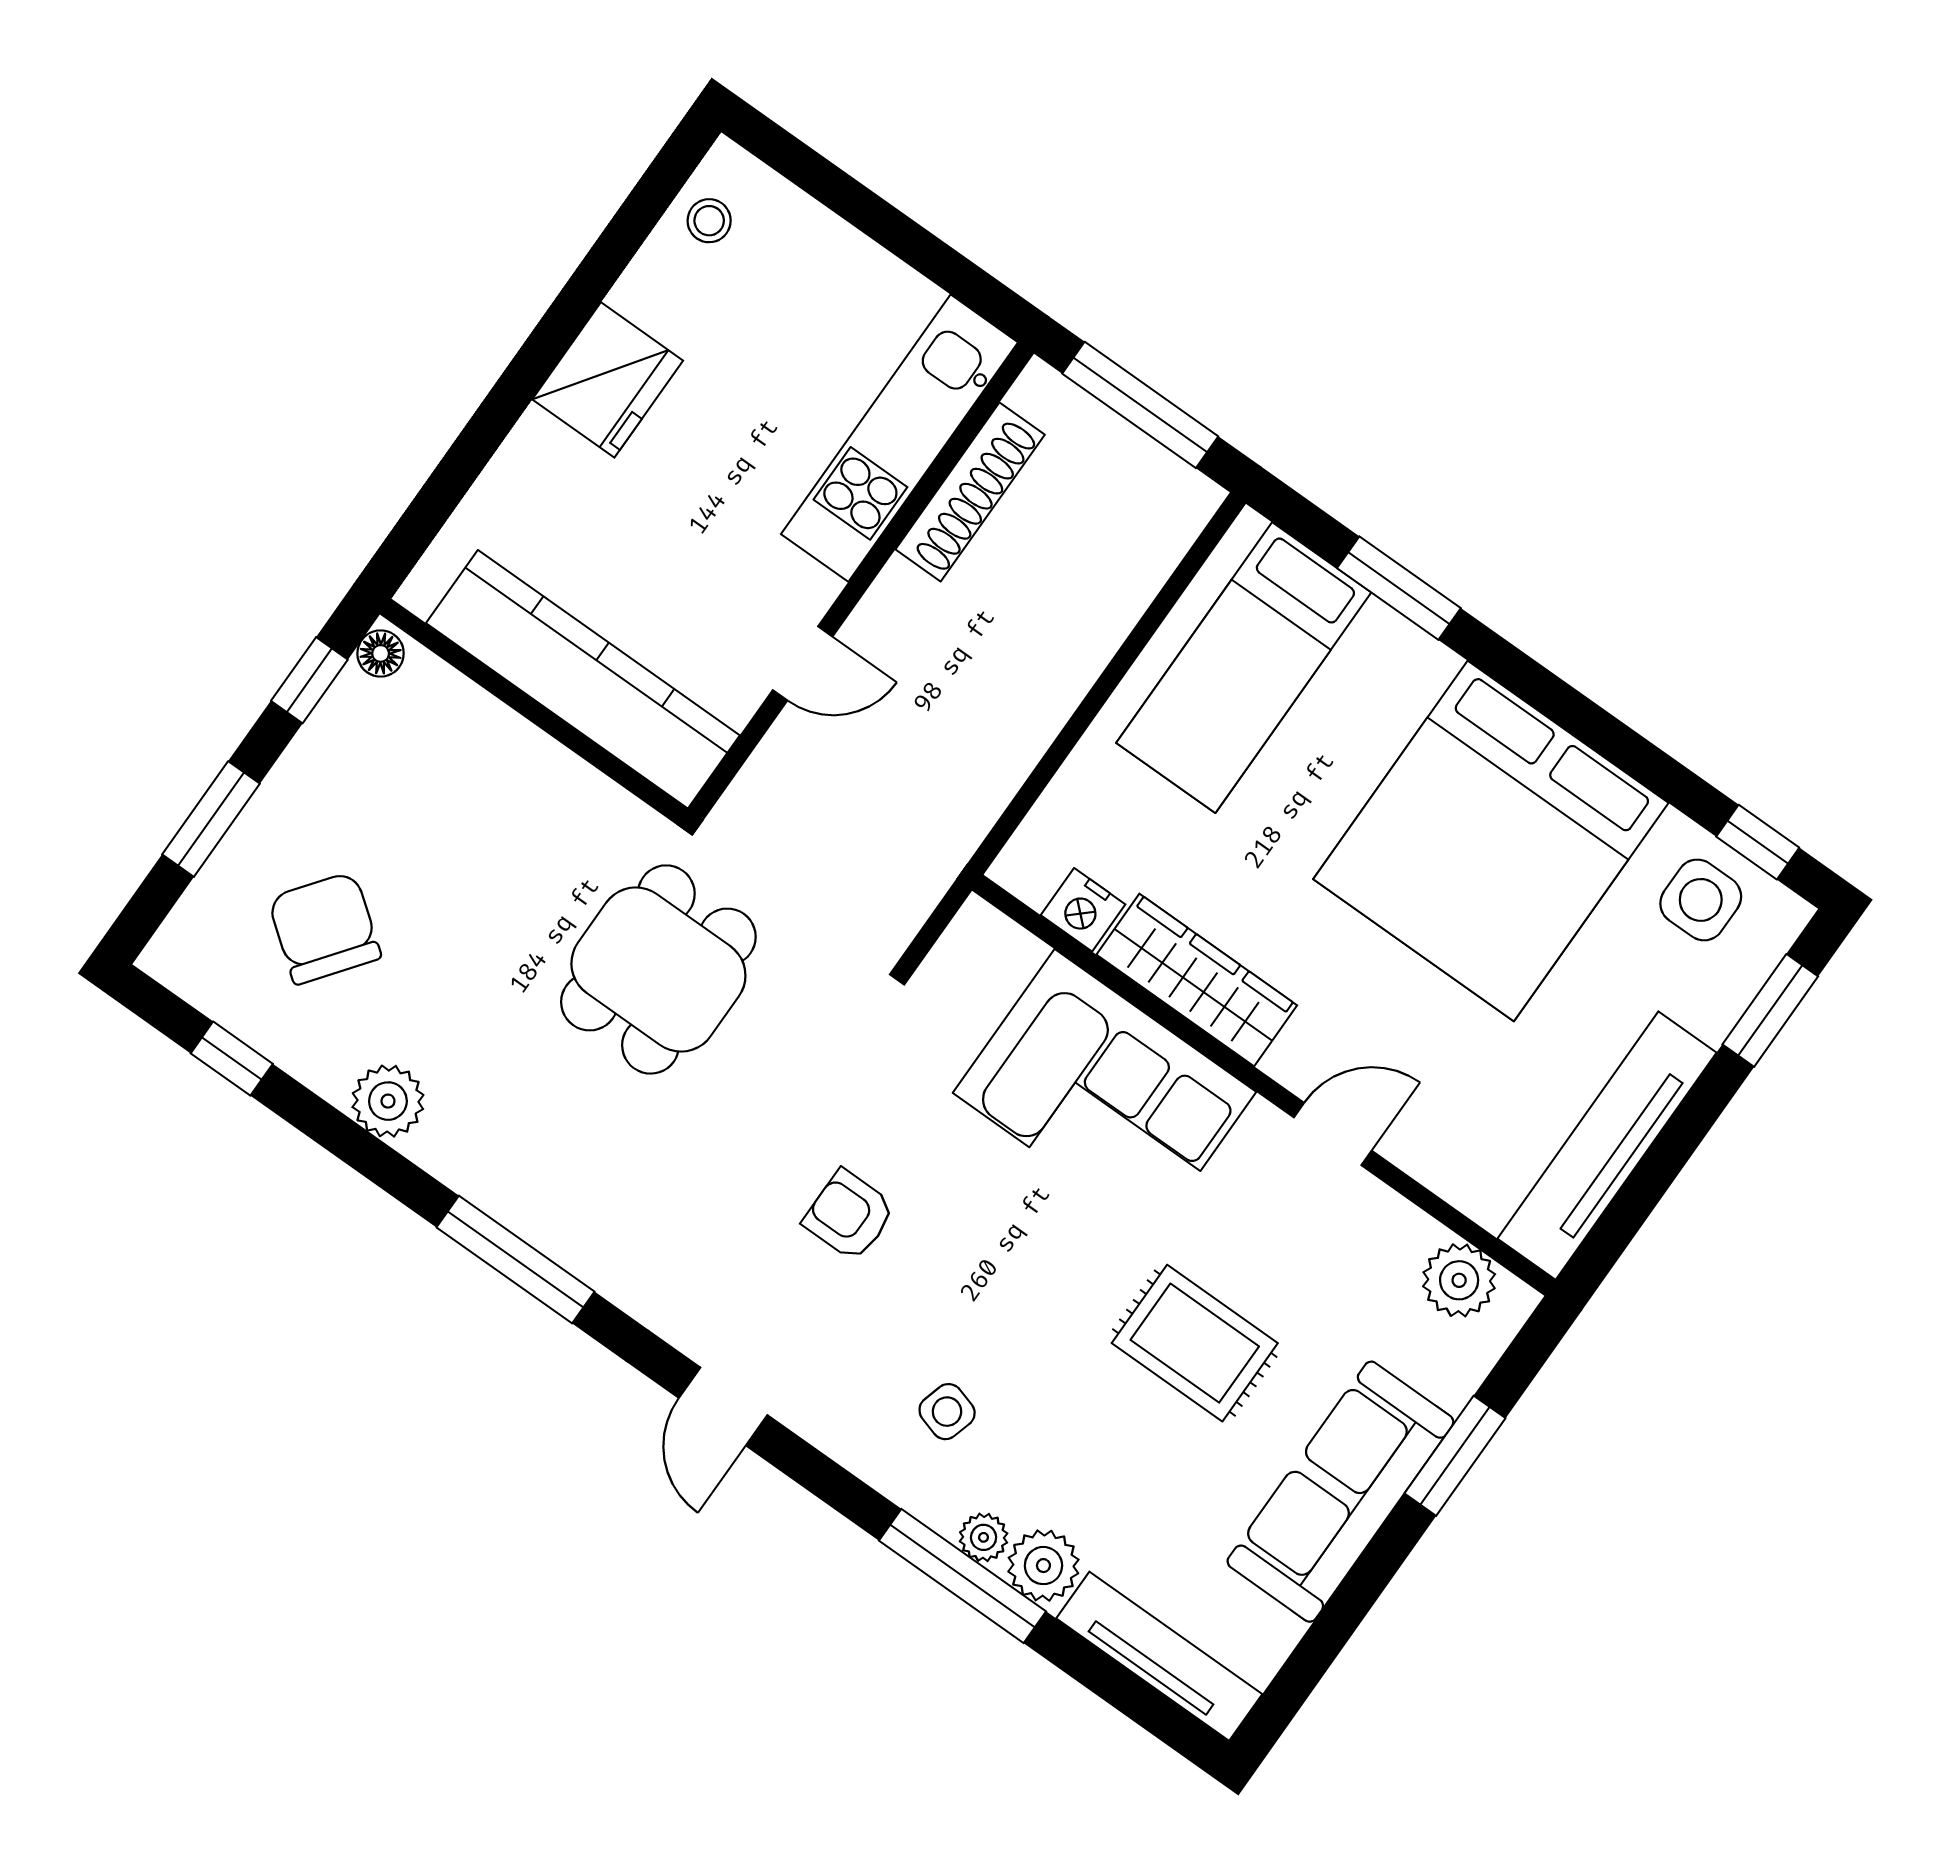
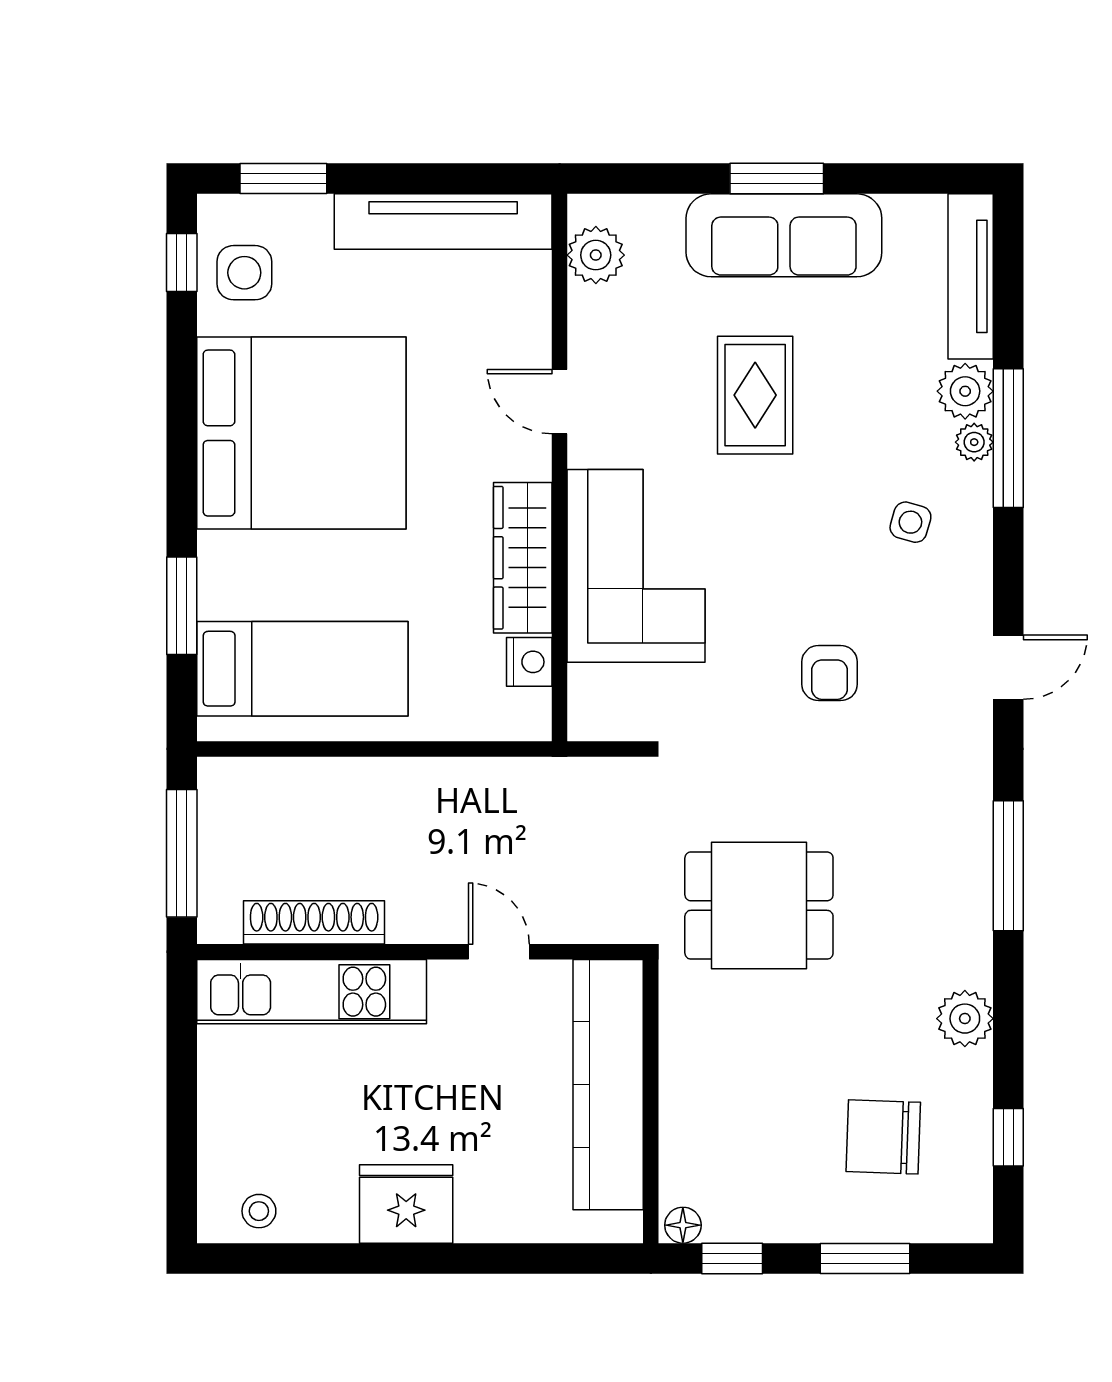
chair: (325, 928) -> (883, 1137), turned 55
window: (1455, 1456) -> (777, 179), moved

